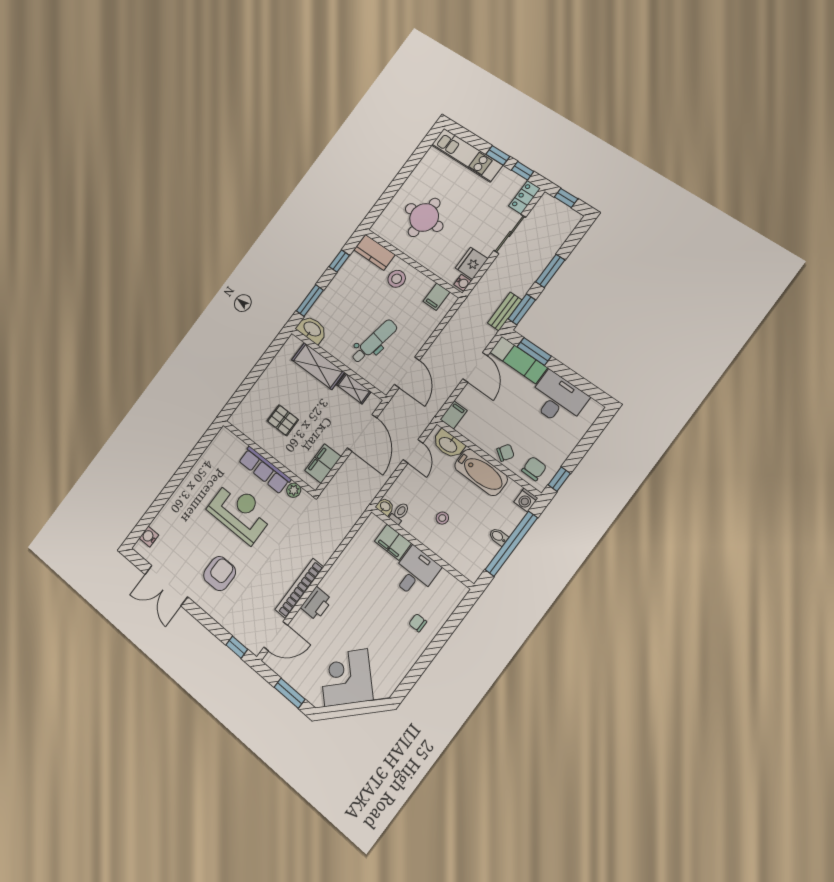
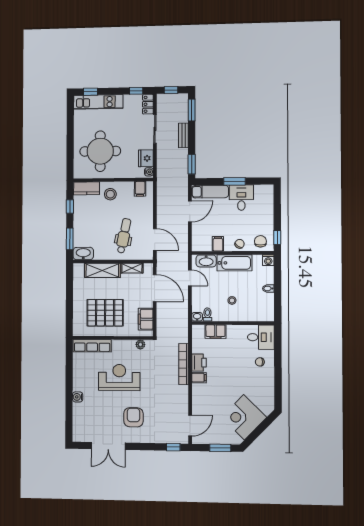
window: (498, 155) -> (90, 92), moved
round table: (424, 217) -> (100, 151), width x1.36, depth x1.36
window: (550, 271) -> (192, 110), moved
bench: (505, 311) -> (183, 135), moved
window: (534, 351) -> (234, 181), moved
door: (475, 367) -> (190, 211), hinge flipped
desk: (558, 399) -> (241, 198), width x0.73
filing cabinet: (454, 415) -> (218, 244), moved
pallet: (283, 420) -> (105, 313), width x2.05, depth x2.00
row of seats: (265, 470) -> (92, 346), moved
water cooler: (149, 537) -> (78, 397), moved
window: (511, 544) -> (278, 287), removed
desk: (415, 572) -> (261, 337), moved, turned 90
filing cabinet: (330, 585) -> (199, 378), added
bookcase: (299, 588) -> (184, 364), moved
printer: (316, 604) -> (199, 363), moved

